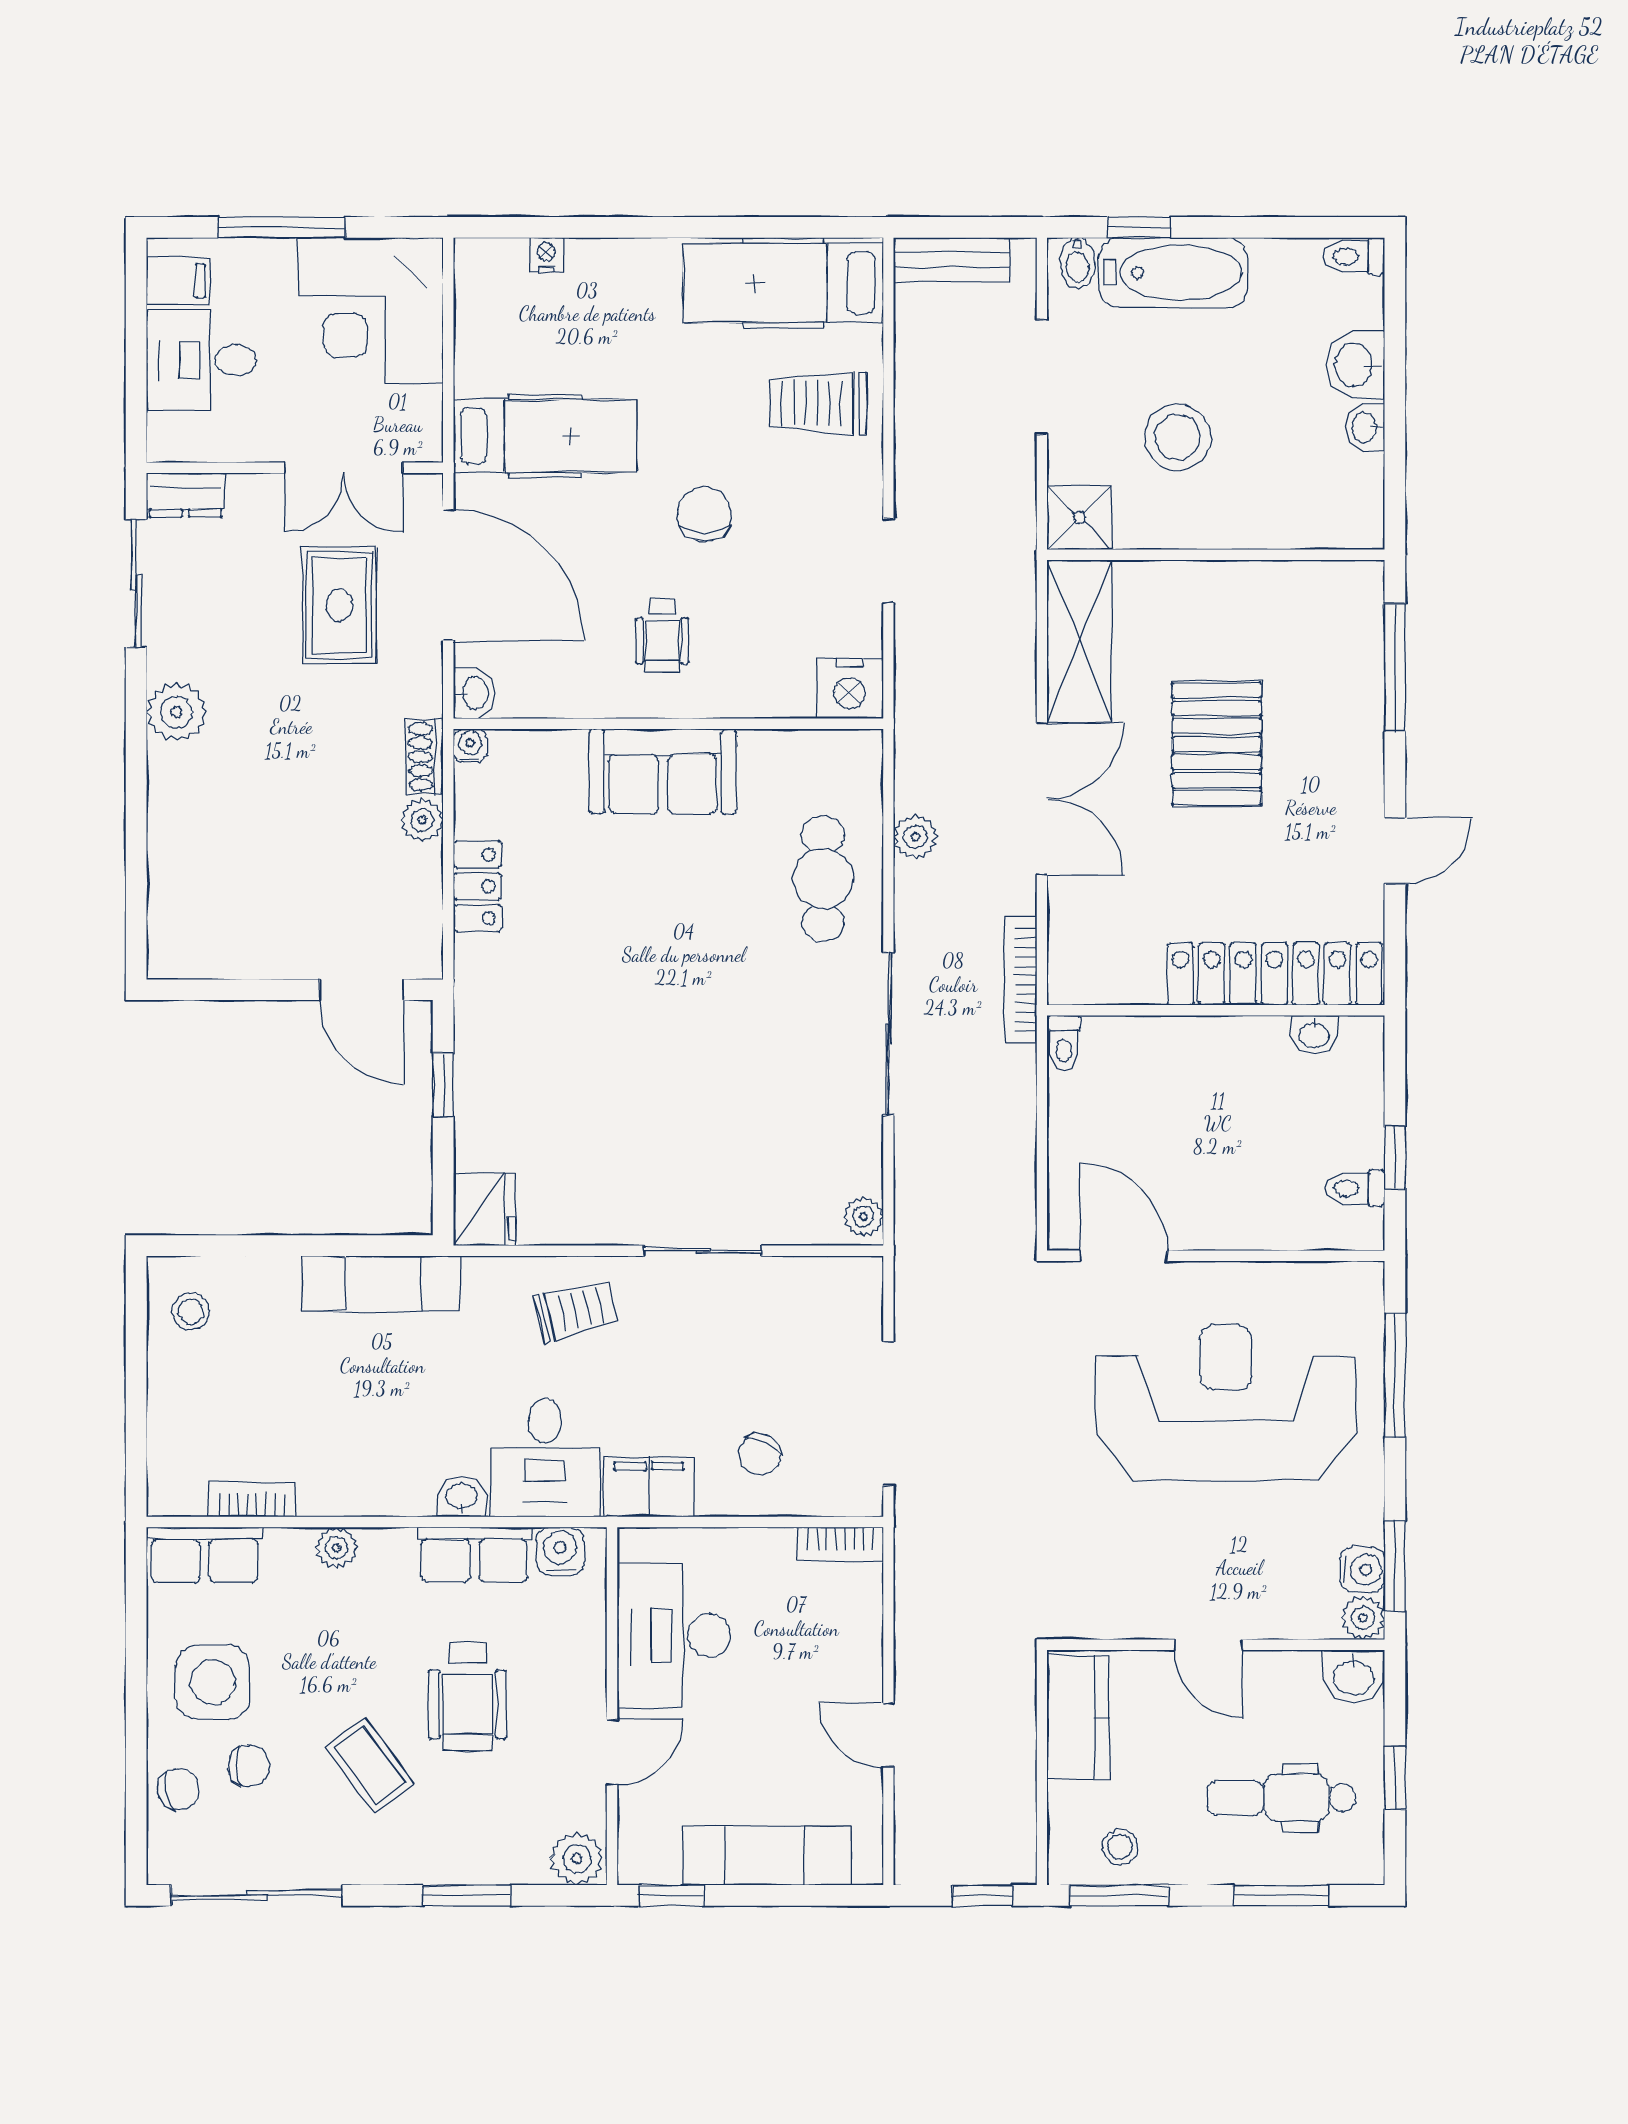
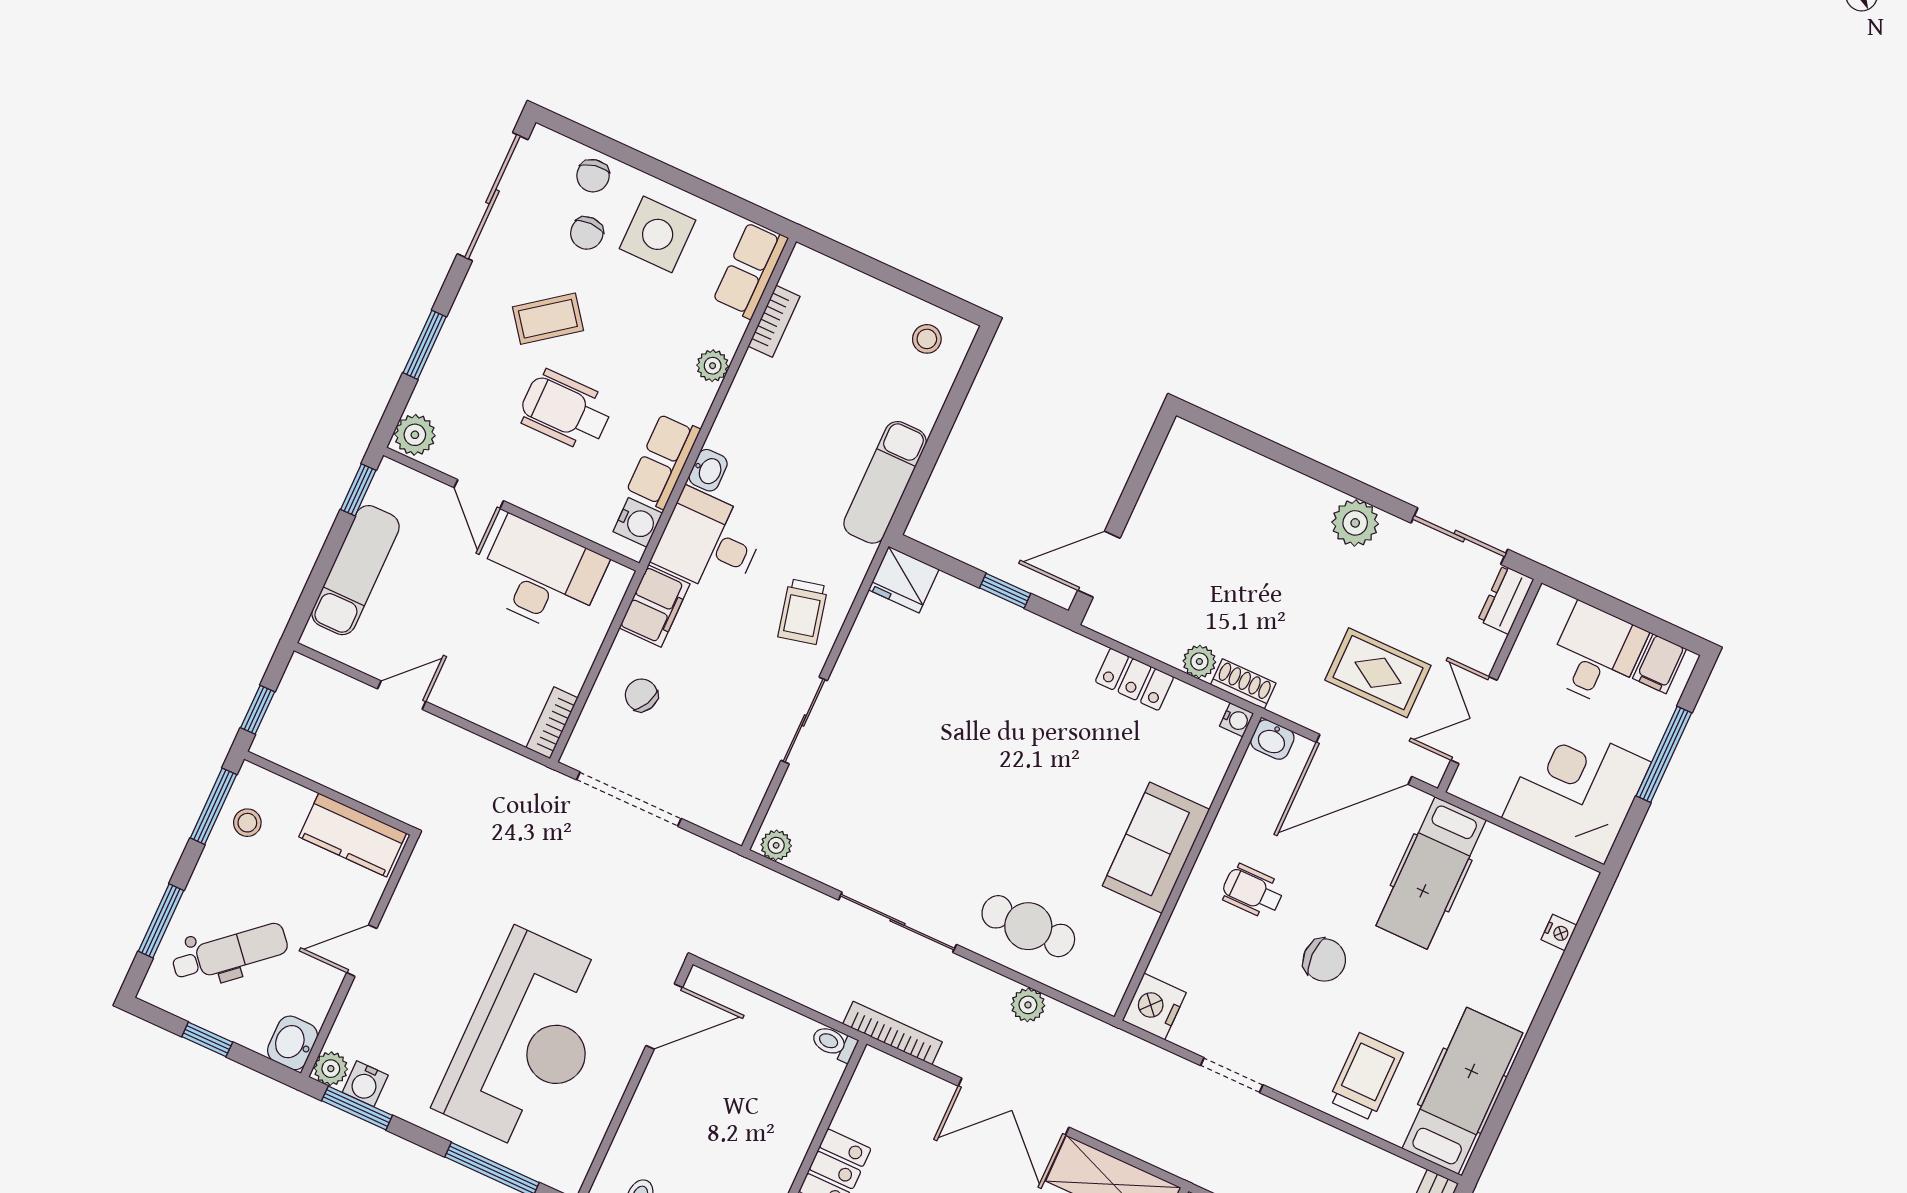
dental chair: (1281, 1798) -> (230, 953), turned 49

